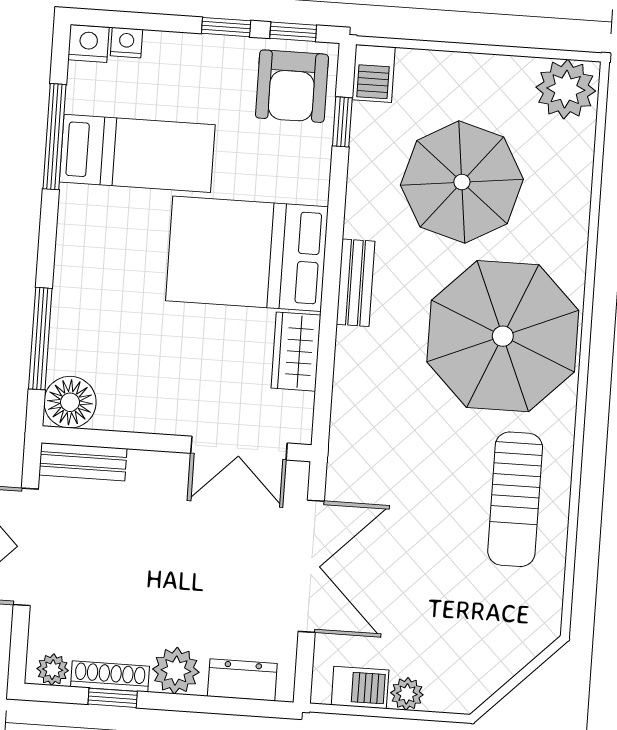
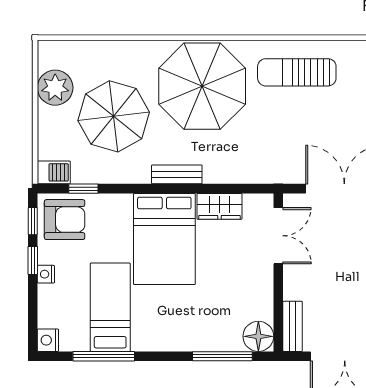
nightstand: (126, 43) -> (46, 274), moved
plant: (566, 89) -> (55, 88), moved
sun lounger: (515, 499) -> (297, 72), turned 180

